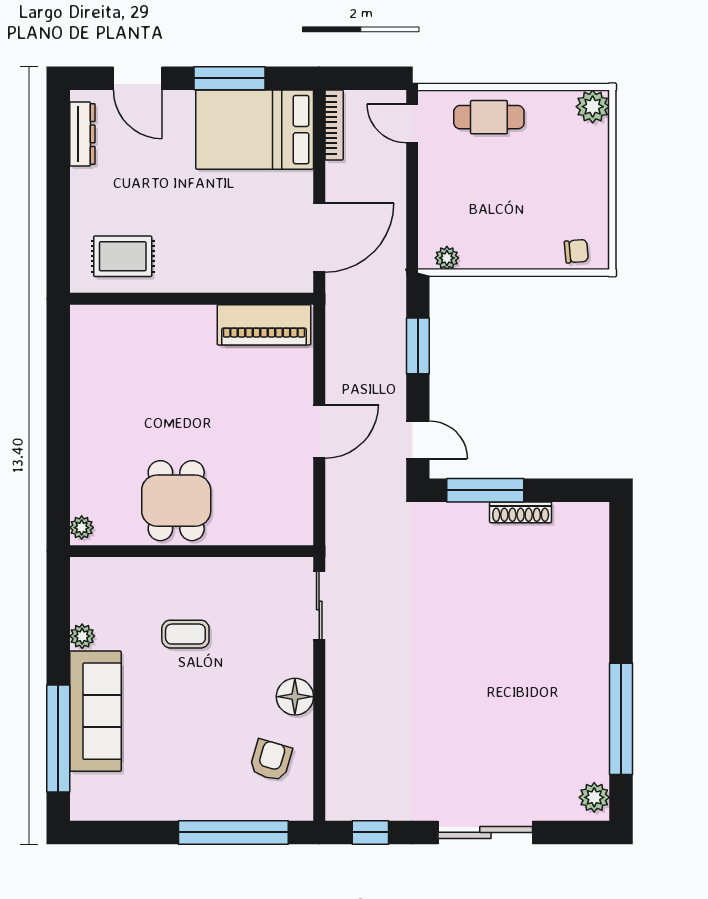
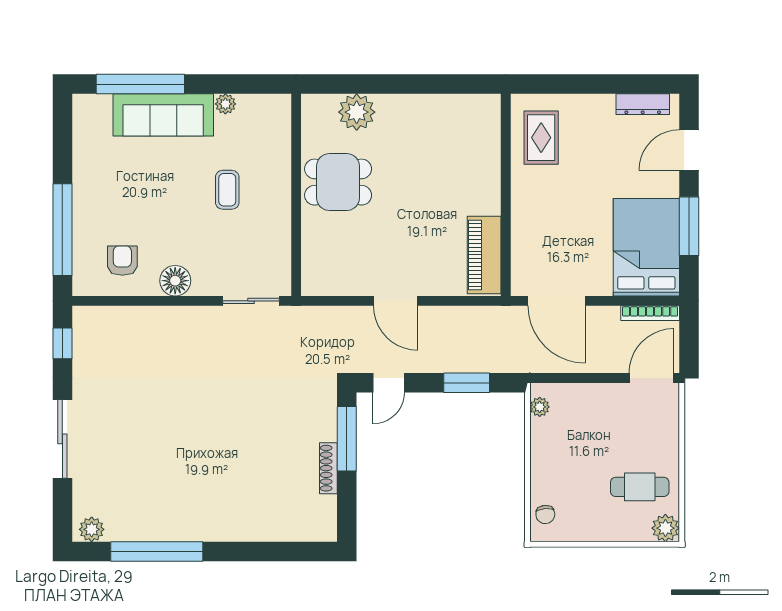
cafe table: (489, 117) -> (640, 487), moved, turned 90
door: (412, 123) -> (651, 378), width x1.37
plant: (82, 528) -> (357, 112), moved, width x1.87, depth x1.87
armchair: (271, 760) -> (122, 261), turned -106

